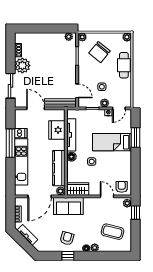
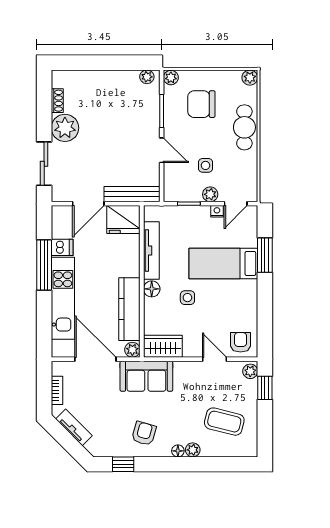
chair: (99, 52) -> (201, 104), turned 51
door: (77, 91) -> (162, 150), moved
door: (36, 108) -> (88, 204), swing flipped
fridge: (57, 130) -> (123, 220), moved, turned -90
door: (40, 196) -> (95, 359), swing flipped
window: (68, 256) -> (123, 464), moved

